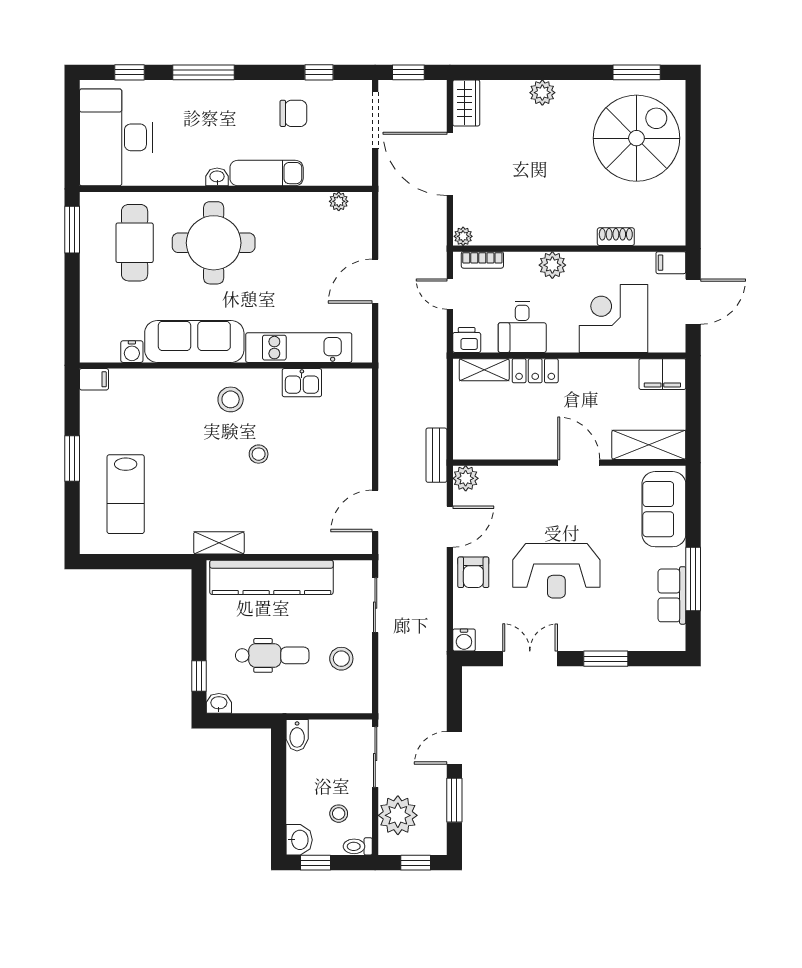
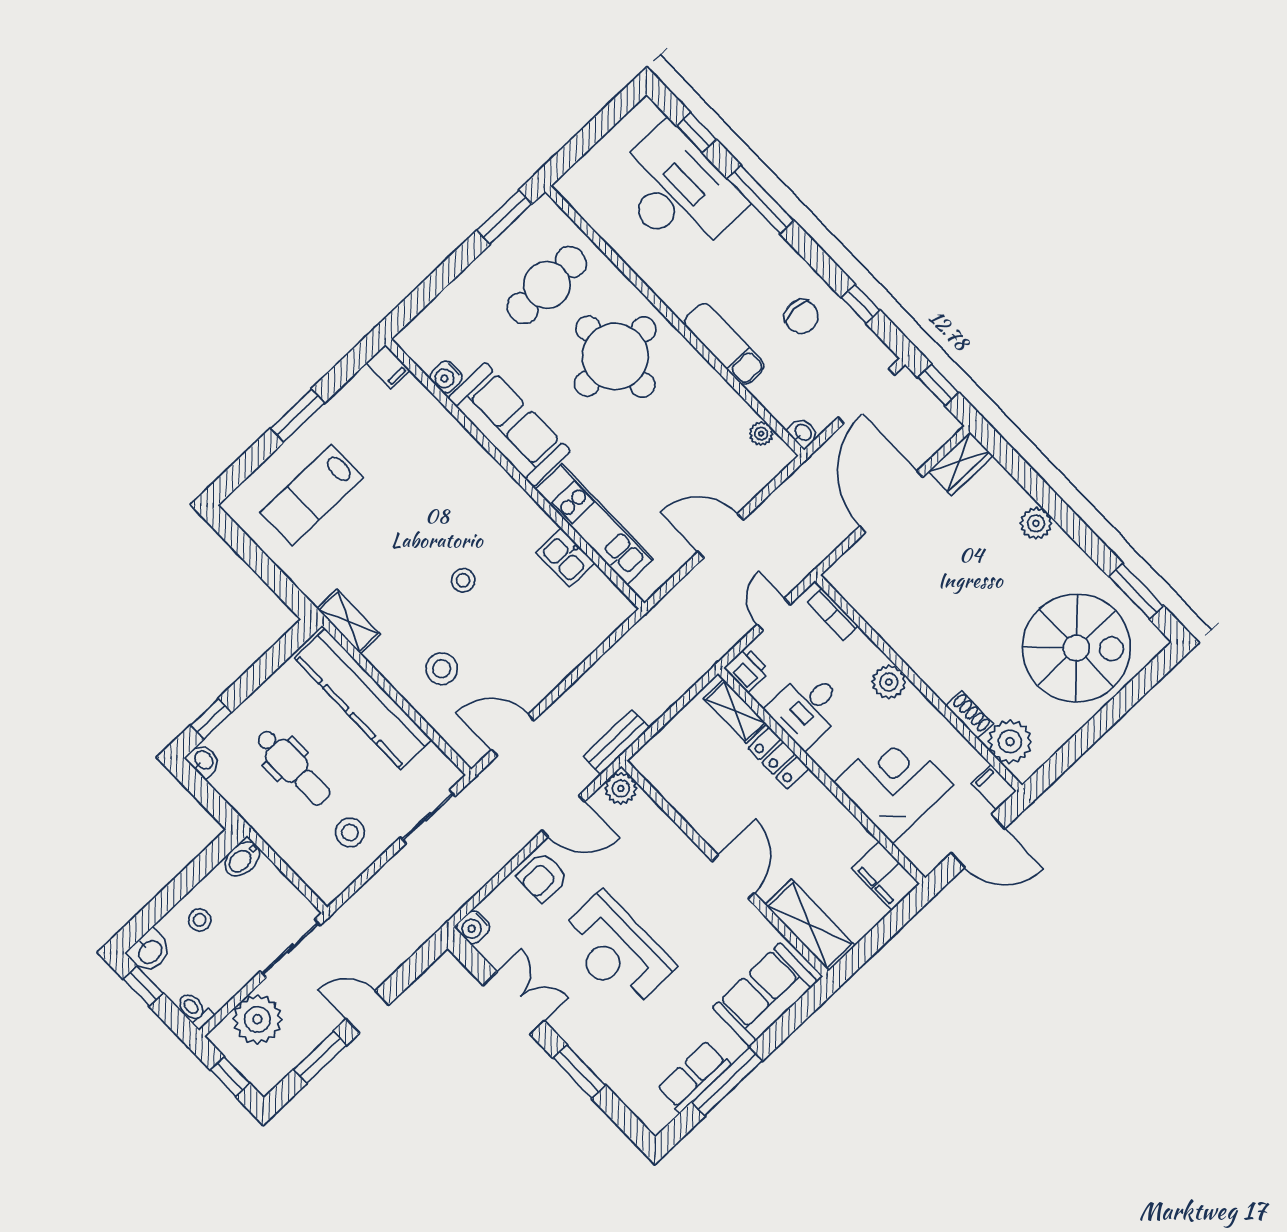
desk: (116, 137) -> (677, 191), moved, turned 90
washbasin: (217, 177) -> (803, 433), moved
plant: (463, 236) -> (1010, 742), moved, width x1.87, depth x1.87
stool: (231, 399) -> (442, 669), moved
stool: (339, 814) -> (200, 920), moved

